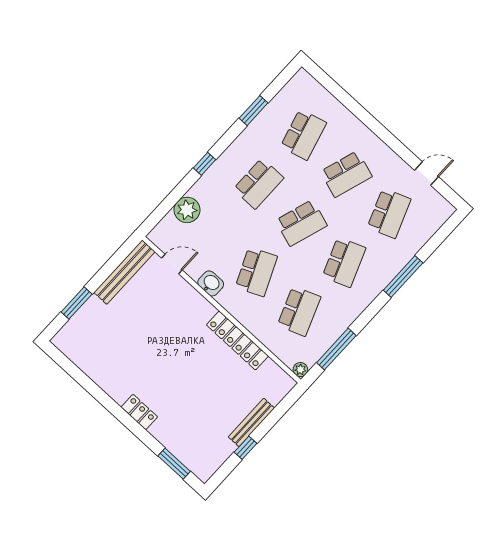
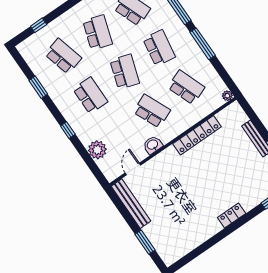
window: (338, 92) -> (39, 25), added
school desk: (344, 262) -> (159, 48), turned 30
window: (336, 349) -> (203, 44), moved

